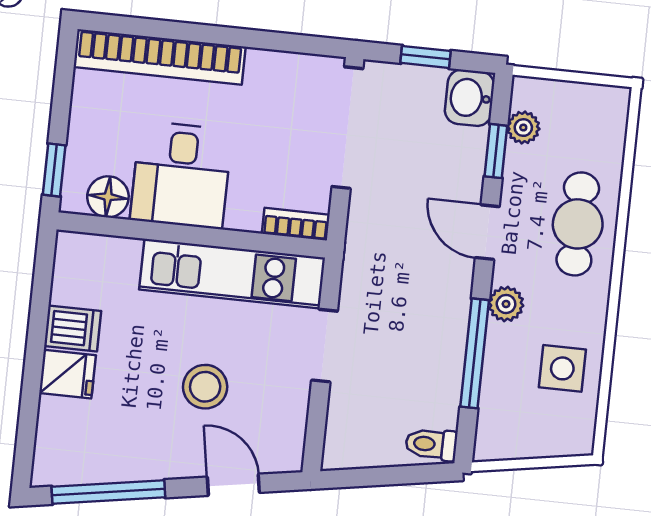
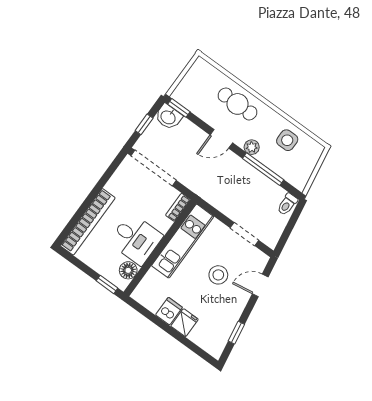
plant: (523, 128) -> (191, 104), removed
window: (496, 151) -> (179, 108), moved
doorway: (325, 346) -> (244, 234), moved
window: (108, 492) -> (236, 333), width x0.46

